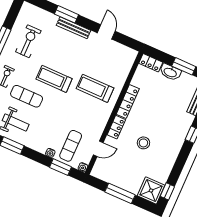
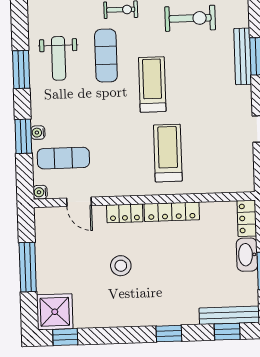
bench: (74, 28) -> (243, 56), moved
window: (61, 167) -> (23, 136), moved

